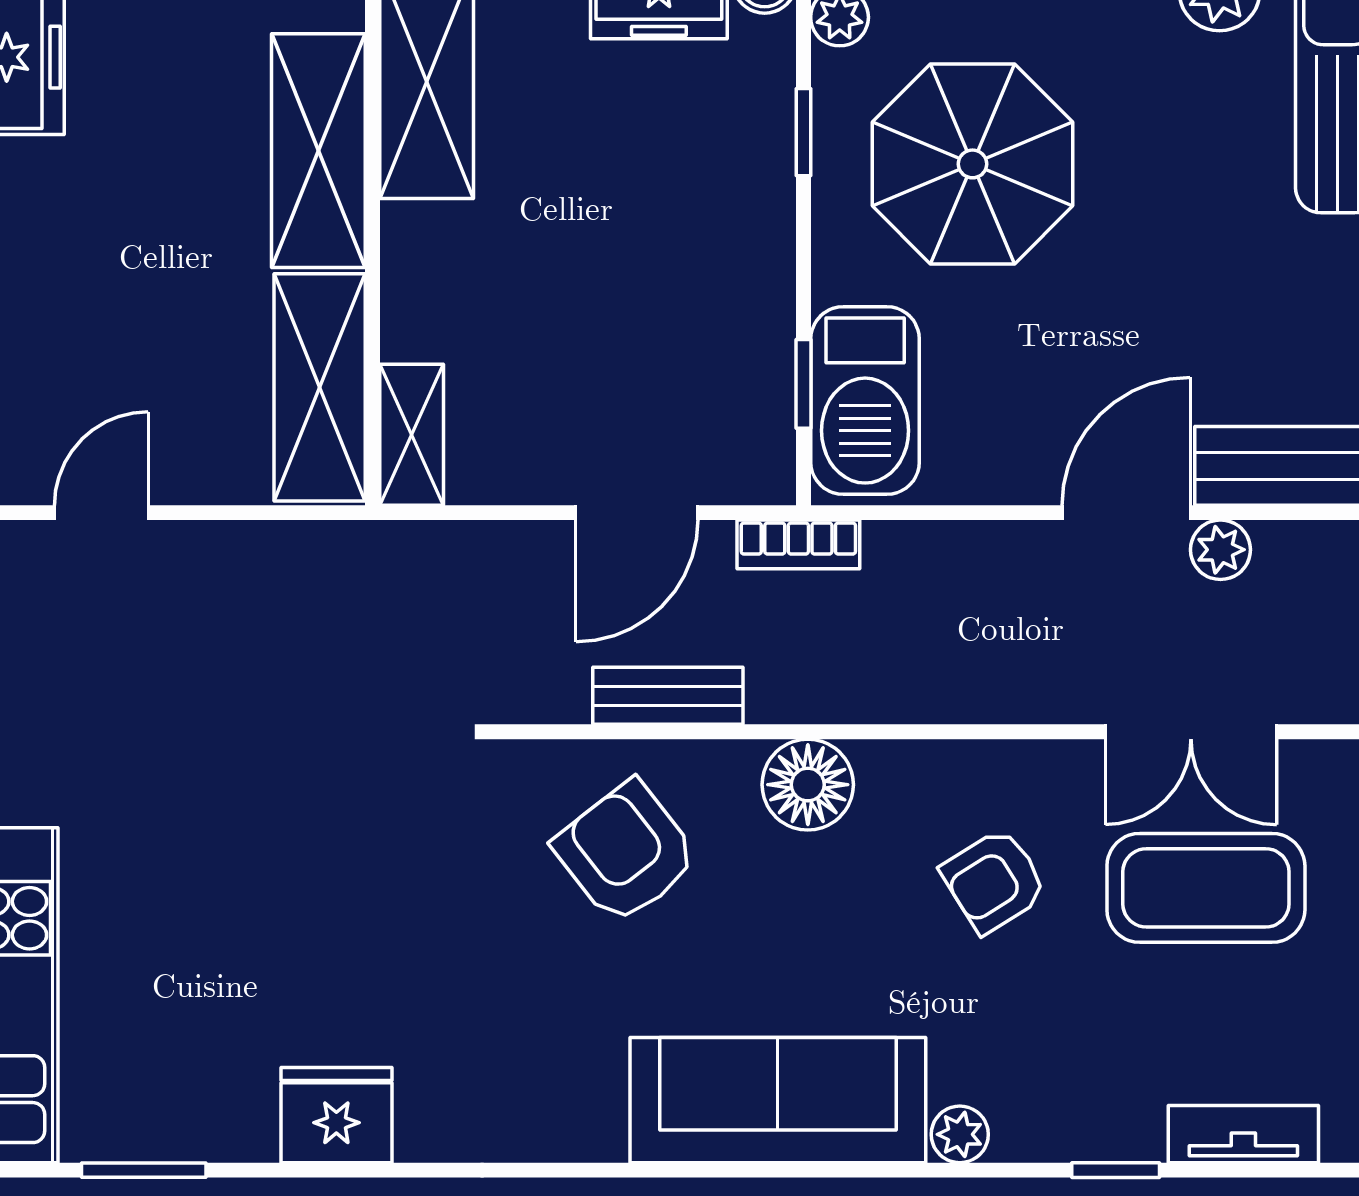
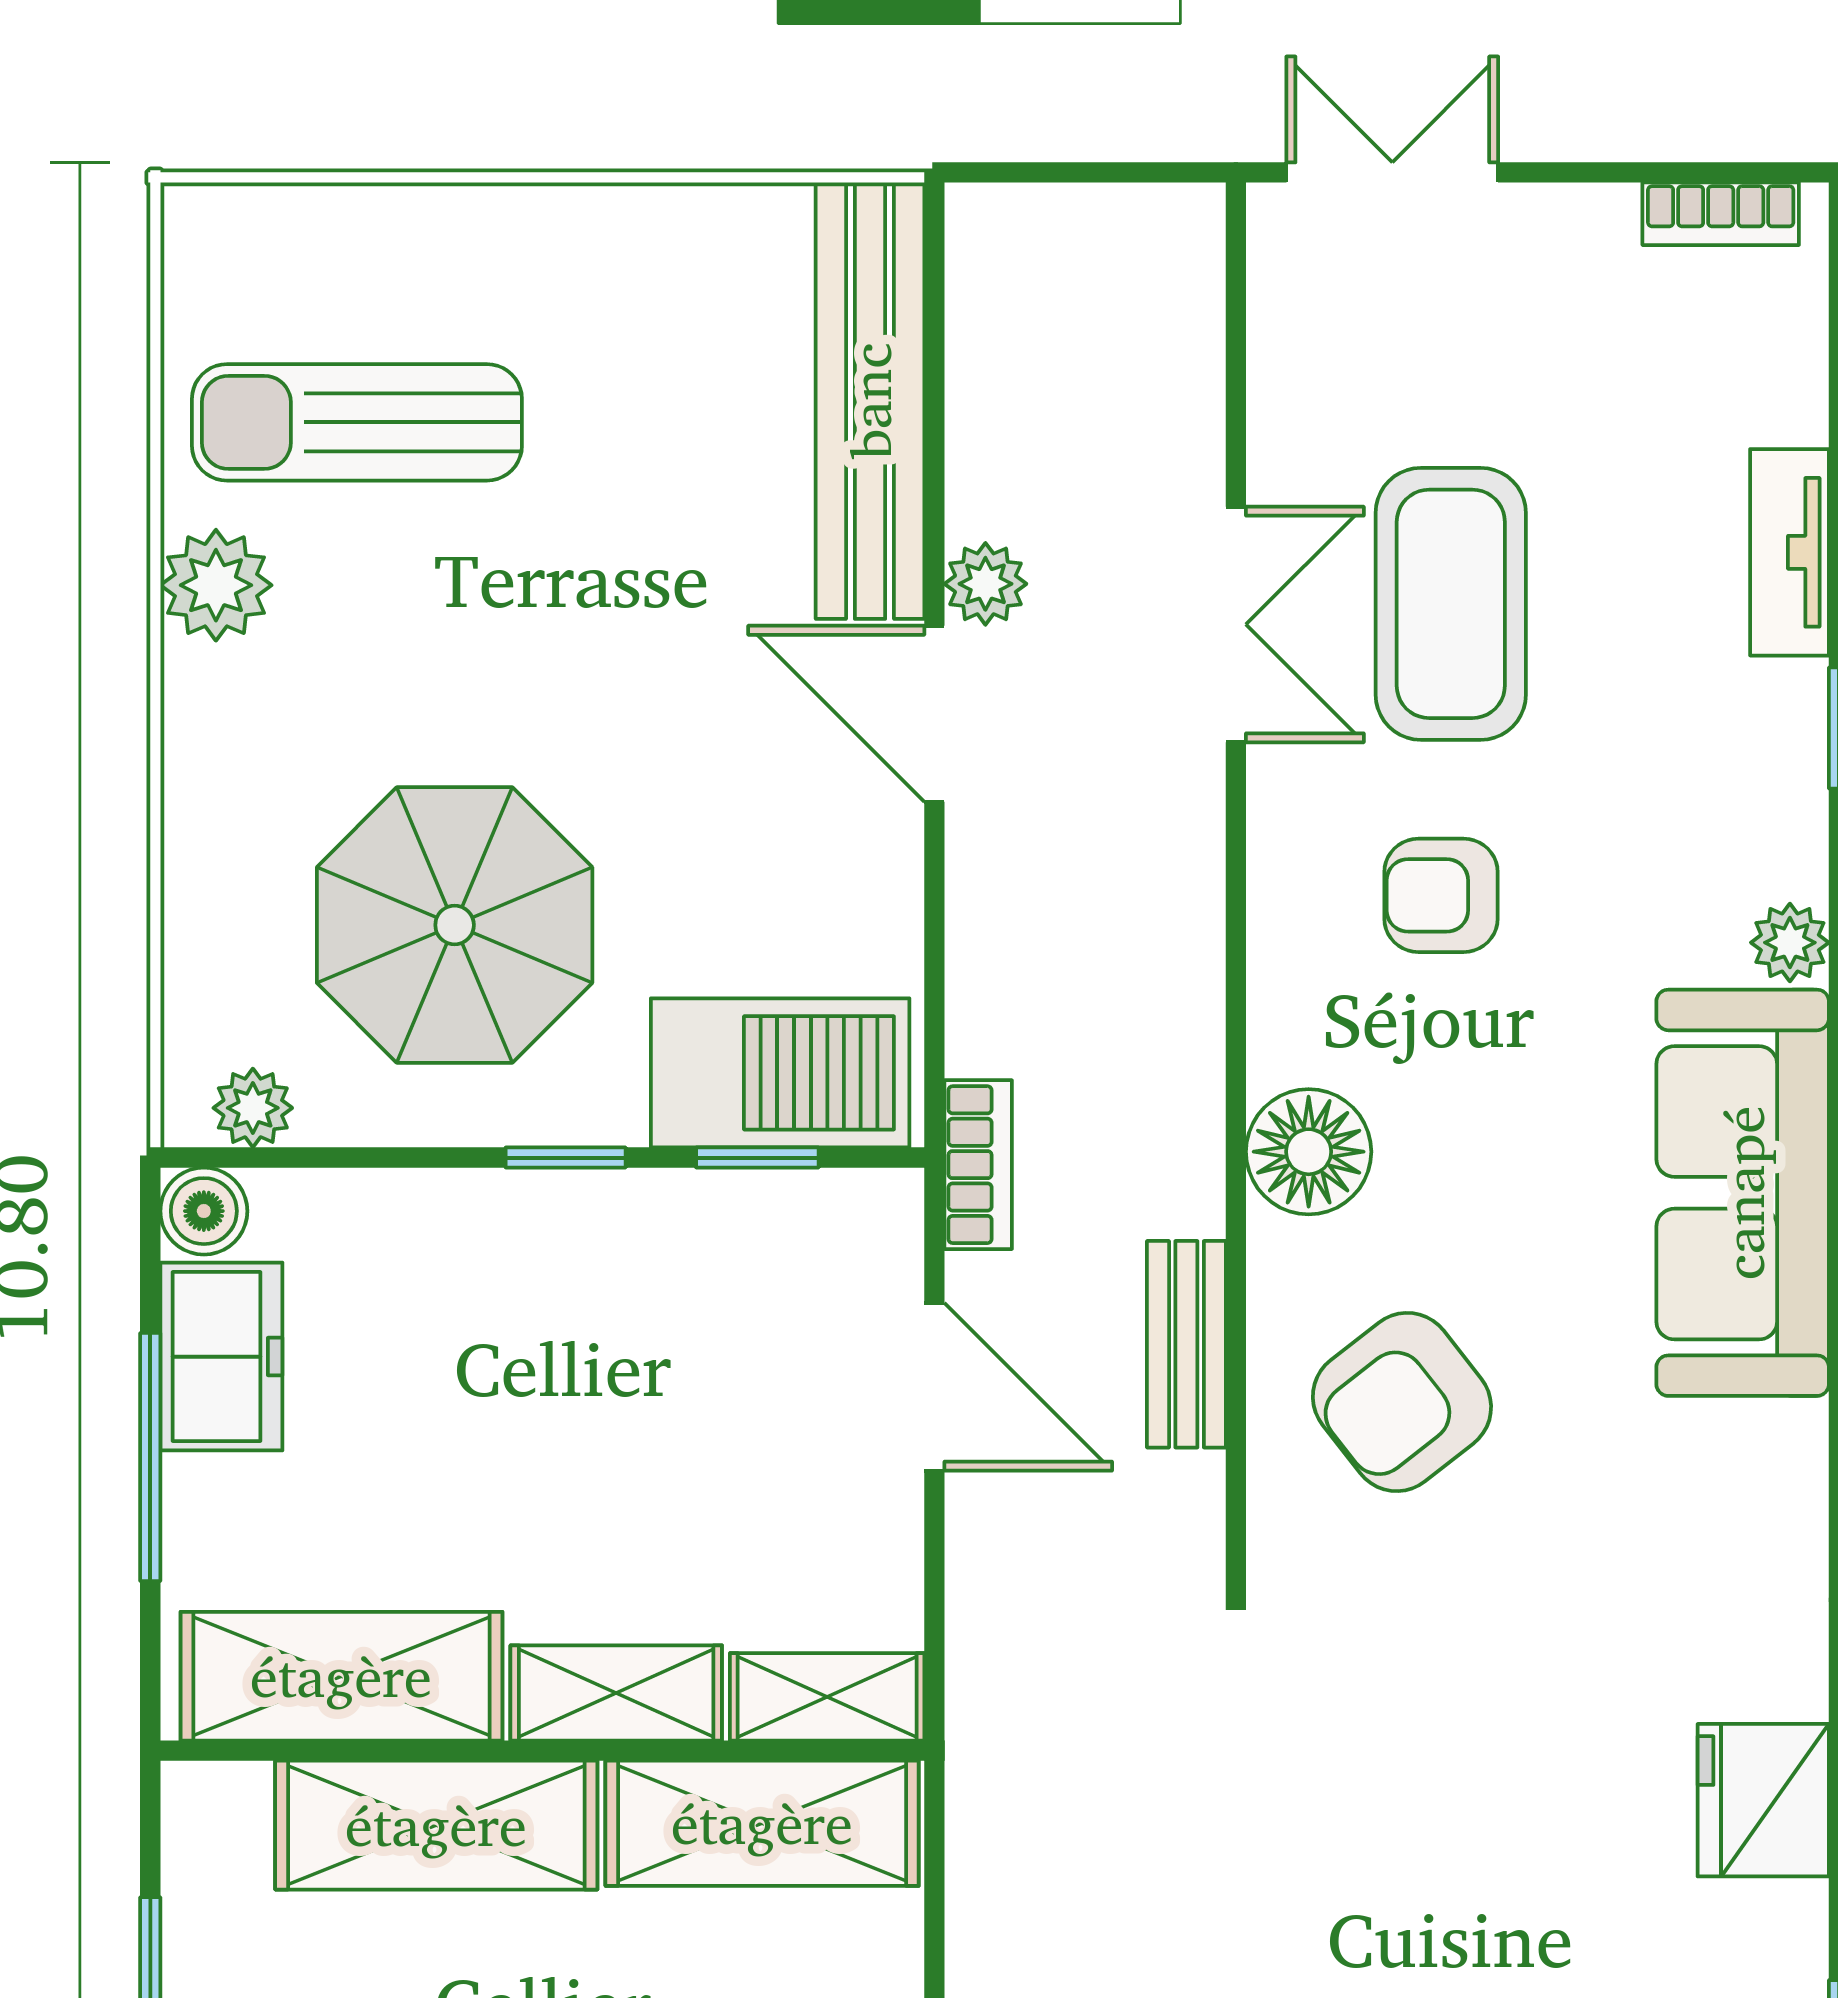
window: (804, 132) -> (566, 1158), moved
shelving: (414, 281) -> (616, 1693), added
armchair: (994, 881) -> (1441, 895), turned 122

